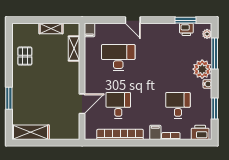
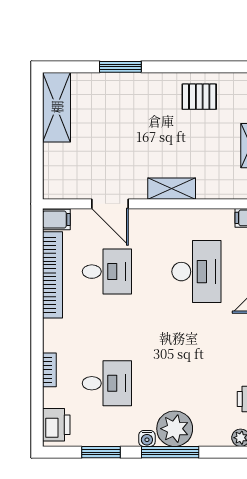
shelving: (74, 48) -> (172, 189), moved
window: (215, 53) -> (170, 452), moved
filing cabinet: (155, 132) -> (56, 219), moved

